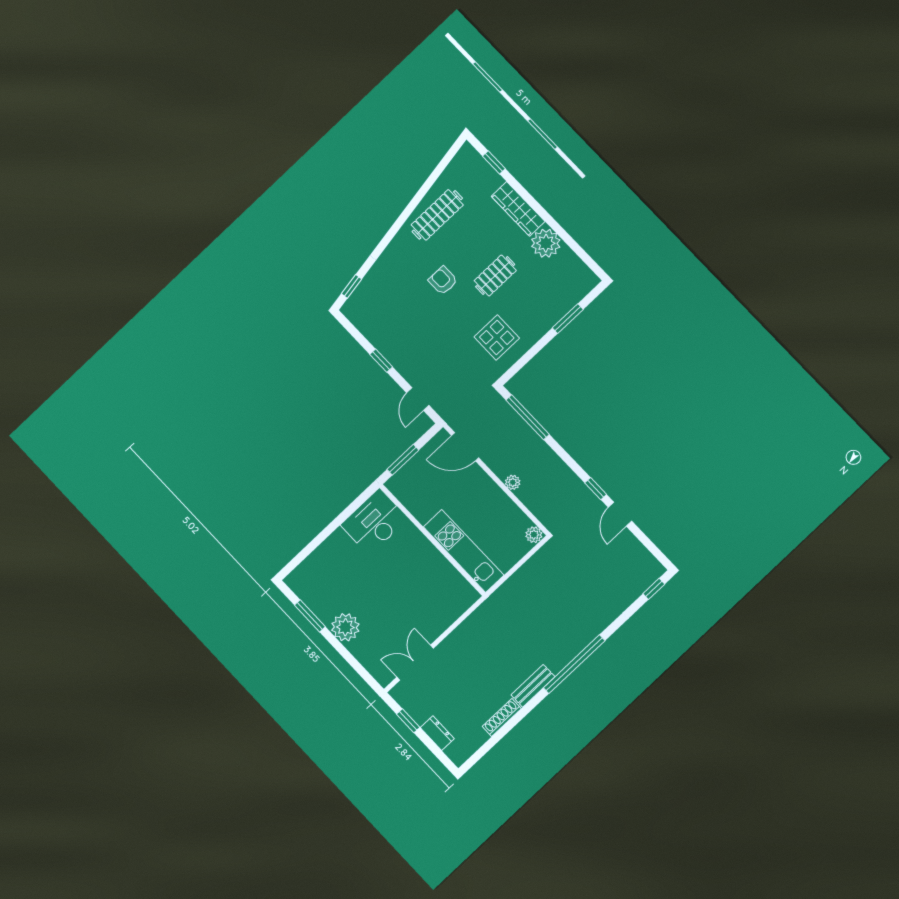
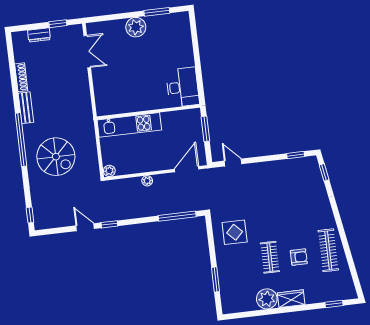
wardrobe: (518, 209) -> (291, 299), width x0.67
armchair: (443, 281) -> (299, 257), moved
window: (381, 361) -> (296, 155), moved
spiral stairs: (564, 609) -> (56, 157), added

